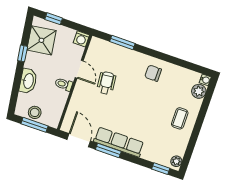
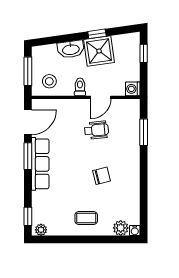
shower: (41, 40) -> (99, 51), moved
chair: (153, 73) -> (102, 176), moved, turned 76
stool: (35, 112) -> (49, 81), moved

